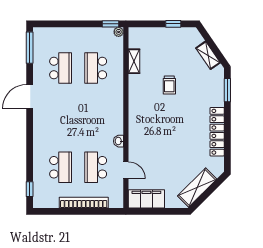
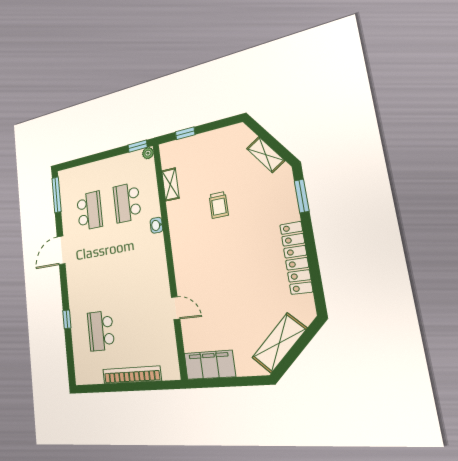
window: (173, 24) -> (185, 133), moved
washbasin: (119, 141) -> (156, 225), moved
school desk: (61, 167) -> (101, 331), turned 180
school desk: (96, 167) -> (141, 327), removed
door: (126, 170) -> (176, 308), moved
window: (30, 189) -> (67, 319), moved

